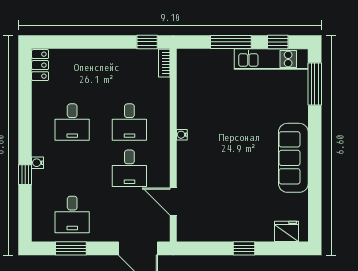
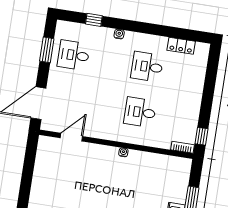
locker: (40, 65) -> (181, 46), moved
desk: (129, 168) -> (103, 106), removed
window: (25, 175) -> (94, 20), moved
window: (244, 248) -> (25, 188), removed

